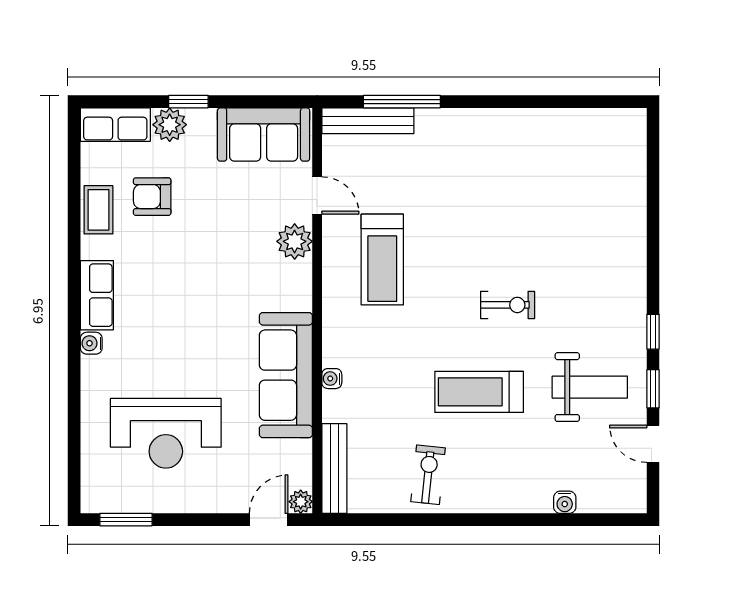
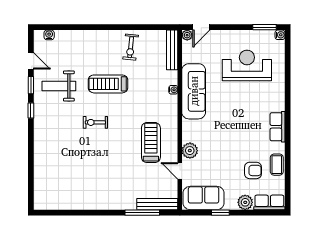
window: (188, 102) -> (220, 213), moved
water cooler: (91, 343) -> (280, 35), moved
treadmill: (479, 392) -> (108, 84), turned 180
water cooler: (565, 502) -> (49, 35), moved

